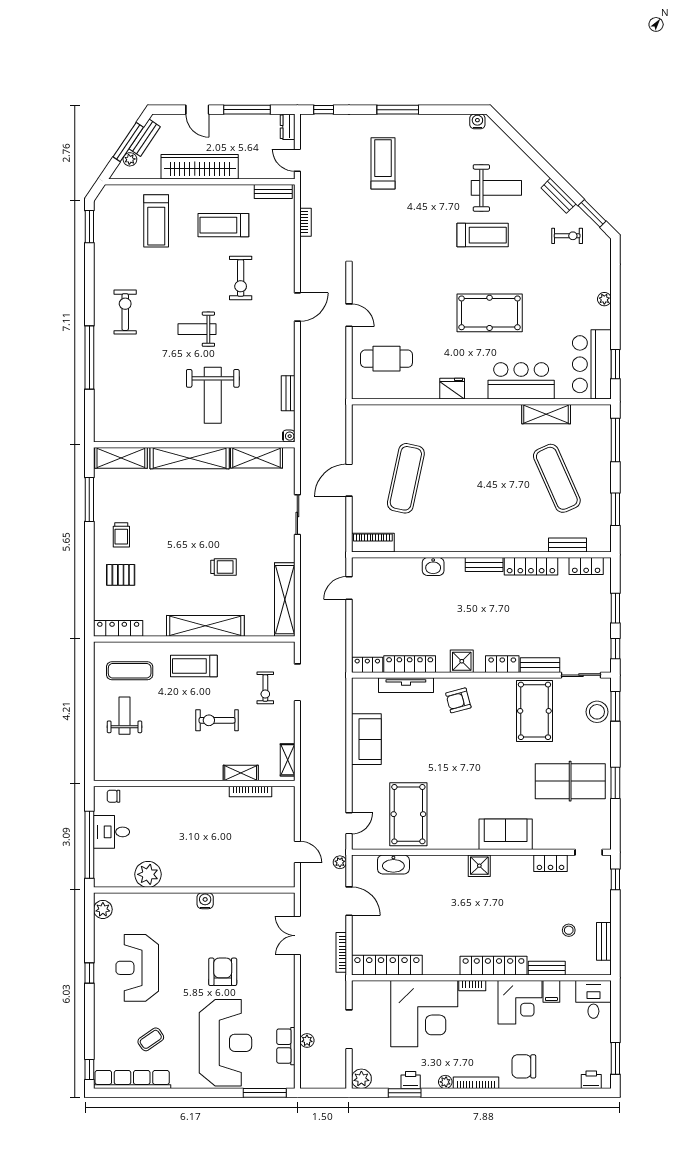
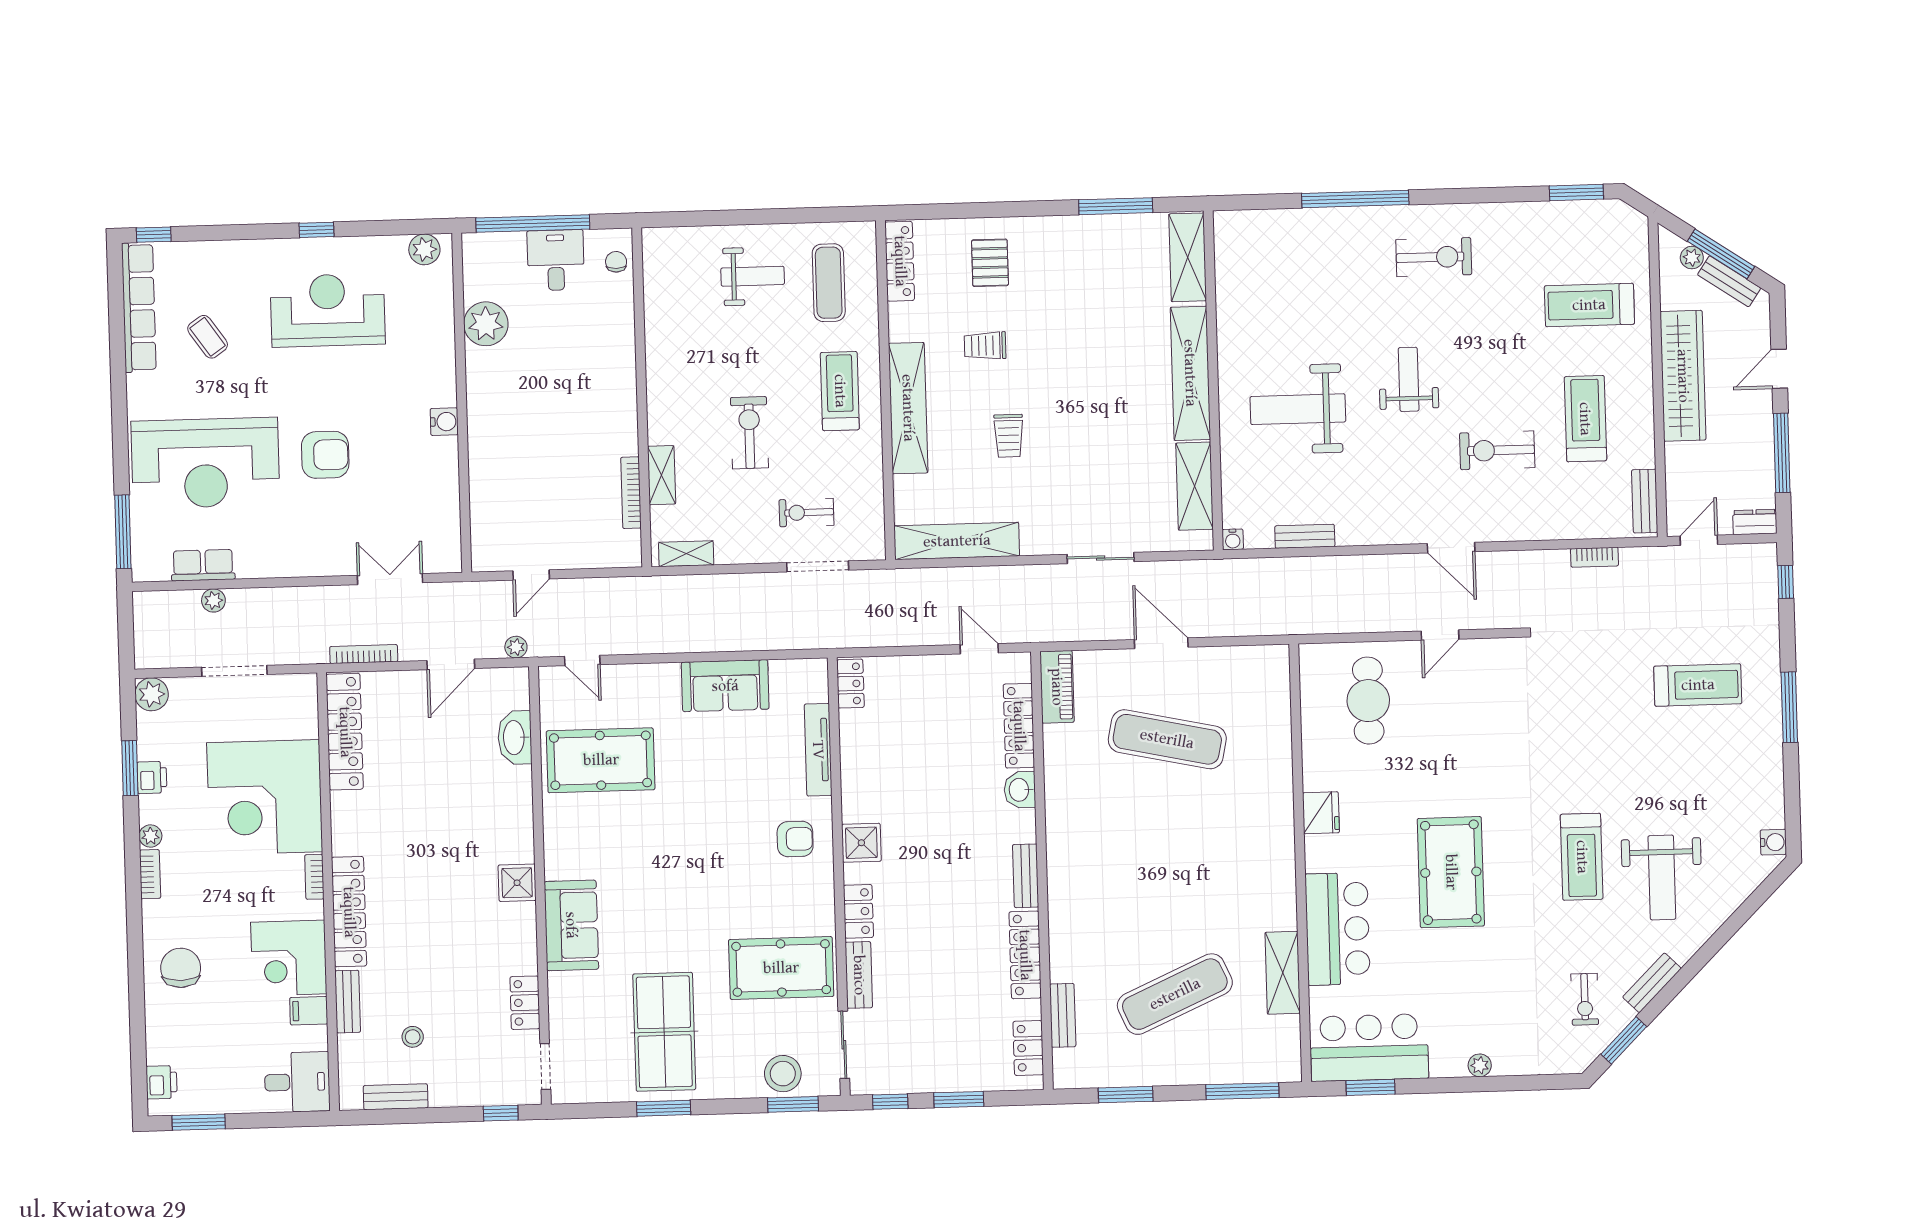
trolley: (121, 535) -> (985, 346), moved
locker: (410, 664) -> (1019, 726), moved, turned 180
armchair: (458, 700) -> (795, 839), turned 105
bookcase: (476, 1083) -> (150, 874), width x0.64

